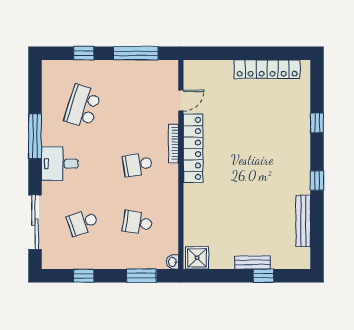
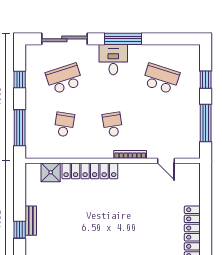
window: (35, 136) -> (123, 39), moved
locker: (193, 148) -> (90, 171), moved
school desk: (83, 223) -> (64, 79), width x1.85
shower: (197, 258) -> (51, 172), moved
washbasin: (173, 262) -> (31, 154), removed
window: (141, 276) -> (20, 128), width x1.44

